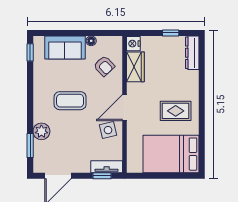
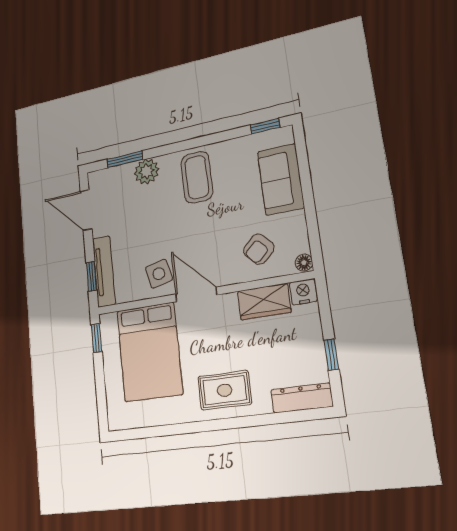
floor lamp: (91, 41) -> (304, 263), moved
coffee table: (70, 101) -> (197, 177), moved
rug: (176, 111) -> (225, 390), moved, turned 90
bed: (171, 154) -> (149, 352), moved, turned 180
tv unit: (107, 167) -> (104, 271), width x1.41
window: (141, 176) -> (96, 338), added

